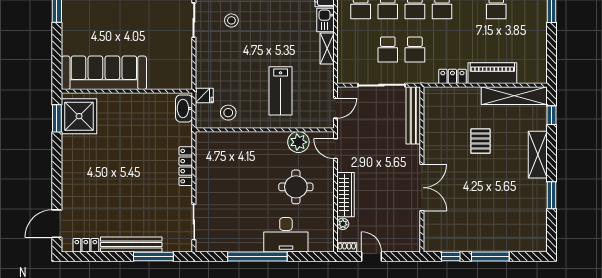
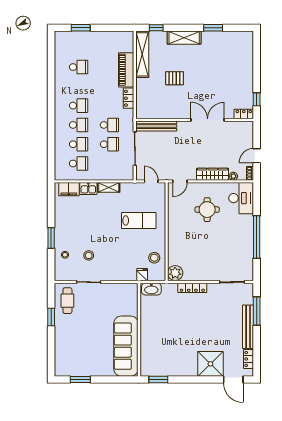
shower: (79, 116) -> (210, 364), moved
plant: (298, 142) -> (175, 273), moved
desk: (286, 235) -> (241, 198), moved
locker: (430, 238) -> (244, 114), added
window: (490, 257) -> (257, 71), removed

